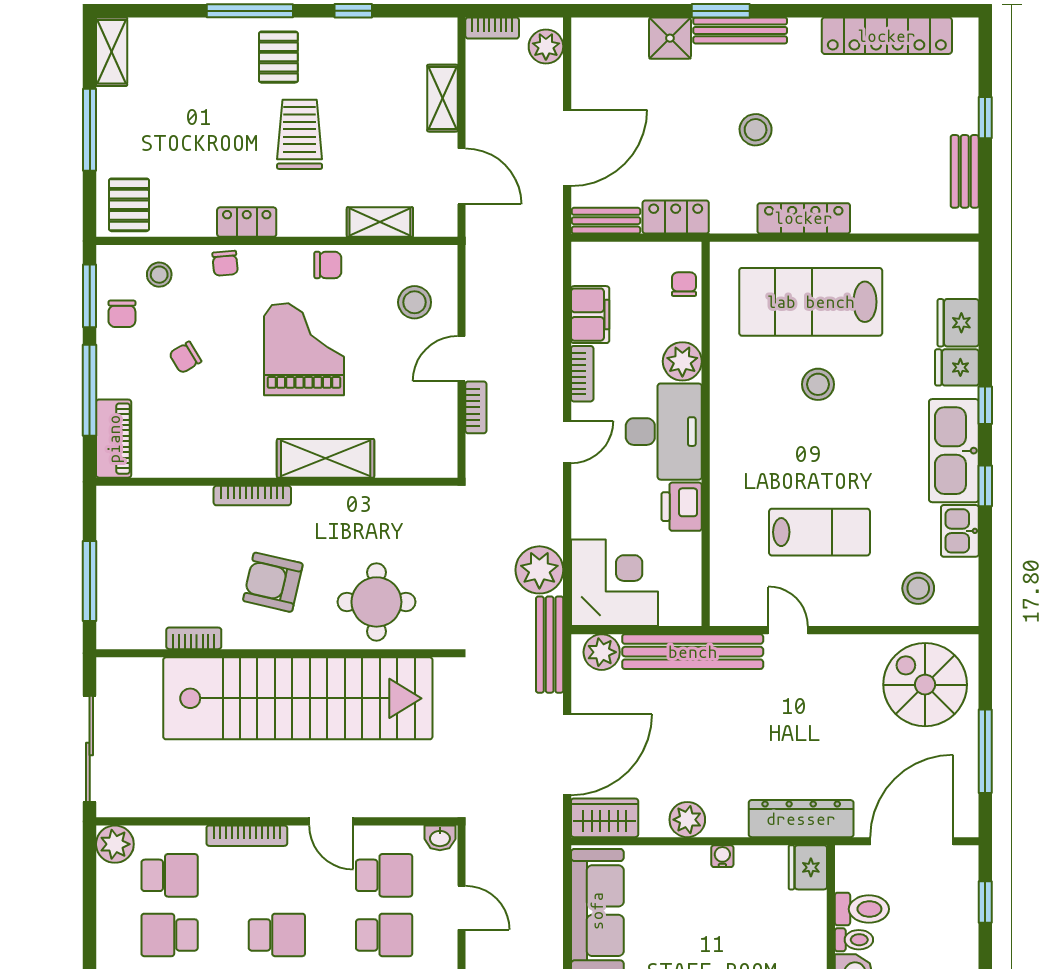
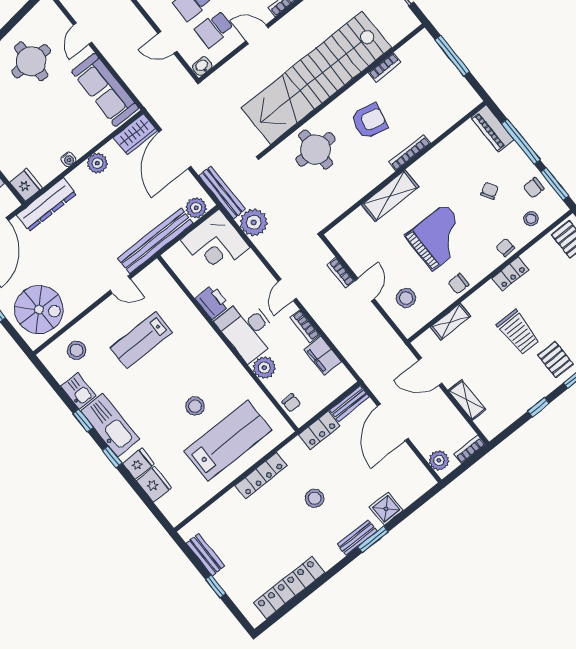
bench: (740, 30) -> (357, 537), width x0.73
chair: (122, 314) -> (534, 188), turned -90
grand piano: (304, 349) -> (439, 237), turned -90

